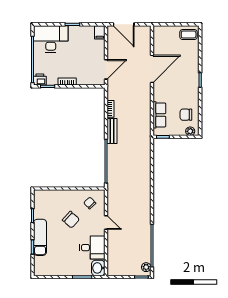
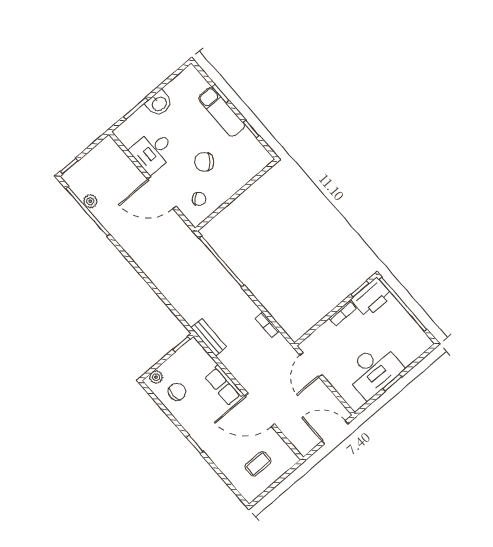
filing cabinet: (100, 32) -> (354, 400), removed
coffee table: (189, 35) -> (258, 464), moved
desk: (51, 39) -> (374, 370), moved
door: (152, 69) -> (260, 410), hinge flipped
printer: (40, 80) -> (372, 297), width x1.87, depth x1.48
row of seats: (159, 115) -> (224, 385), moved
bench: (112, 131) -> (209, 337), moved
door: (106, 223) -> (162, 193), width x1.87
plant: (146, 267) -> (90, 201), moved
washbasin: (98, 268) -> (159, 103), moved, turned 90

